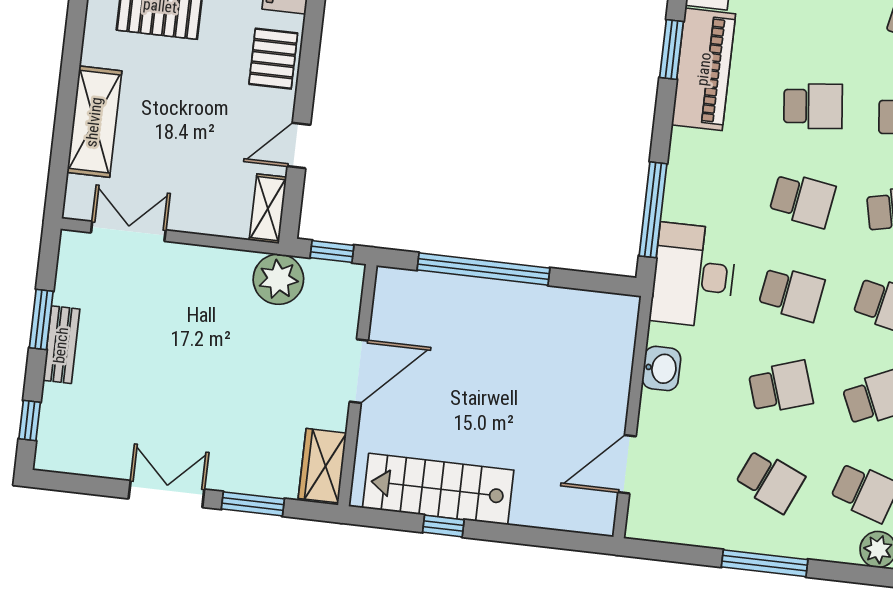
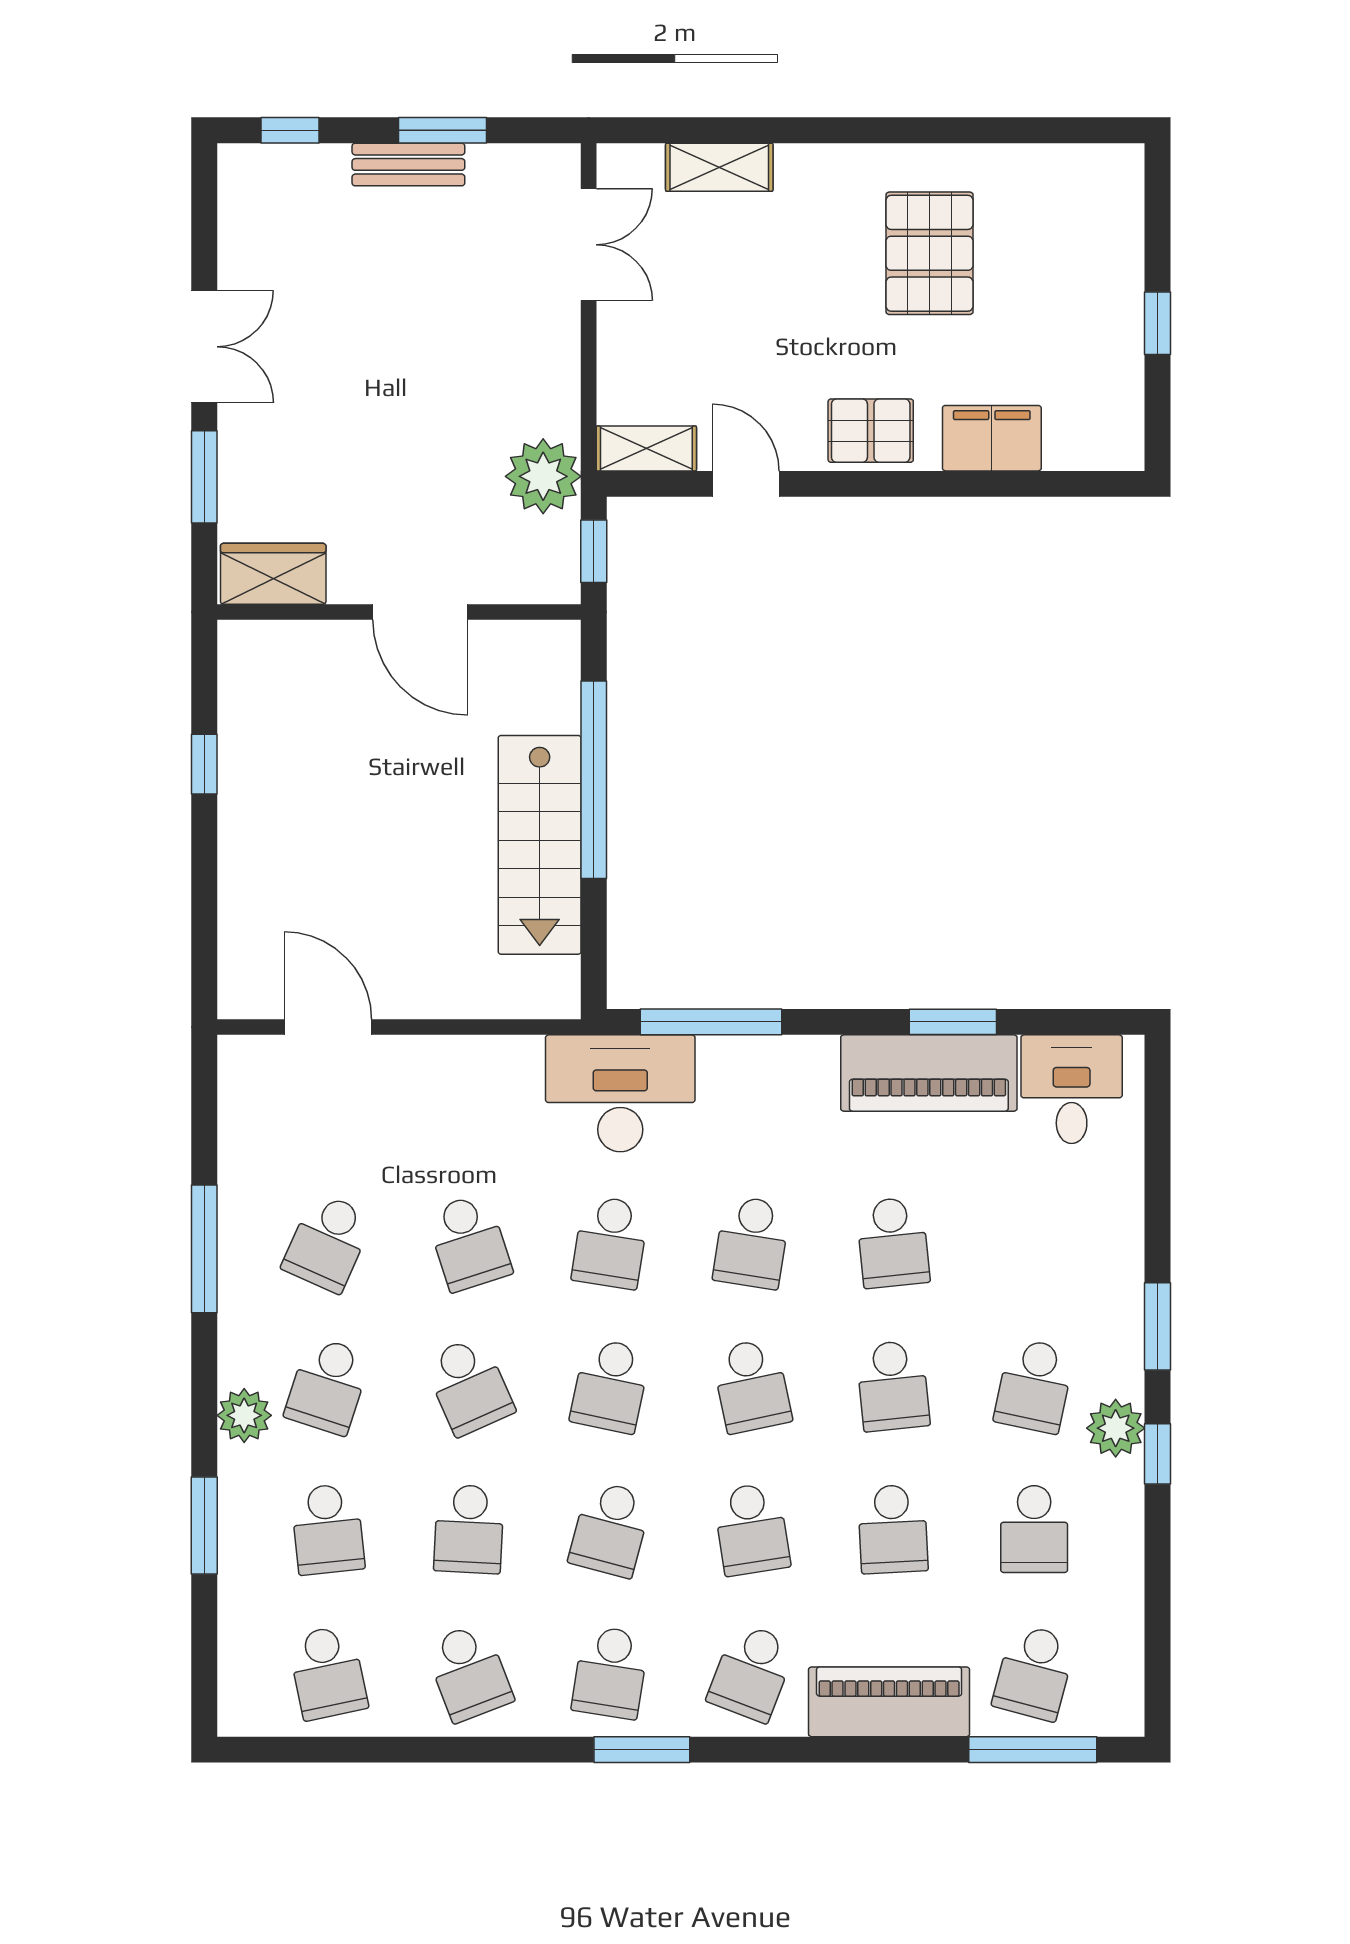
shelving: (94, 122) -> (719, 167), width x0.67, depth x0.75
washbasin: (661, 368) -> (476, 1062), removed
stairs: (438, 489) -> (540, 845), moved, turned 180

